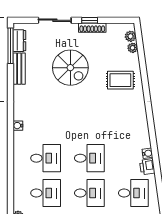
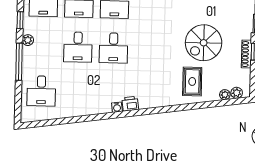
spiral stairs: (70, 68) -> (204, 43), moved
printer: (147, 167) -> (130, 104), moved
desk: (133, 193) -> (77, 92), removed

